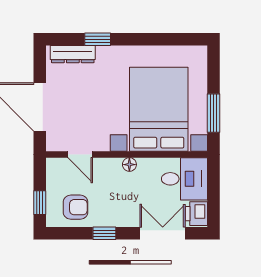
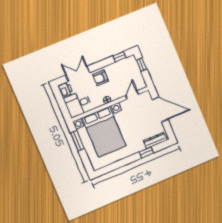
door: (80, 155) -> (132, 95), hinge flipped
armchair: (76, 207) -> (101, 78), moved
window: (104, 233) -> (119, 57), moved
double door: (163, 233) -> (78, 74), swing flipped

